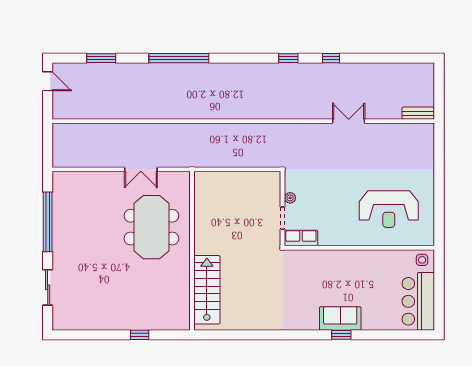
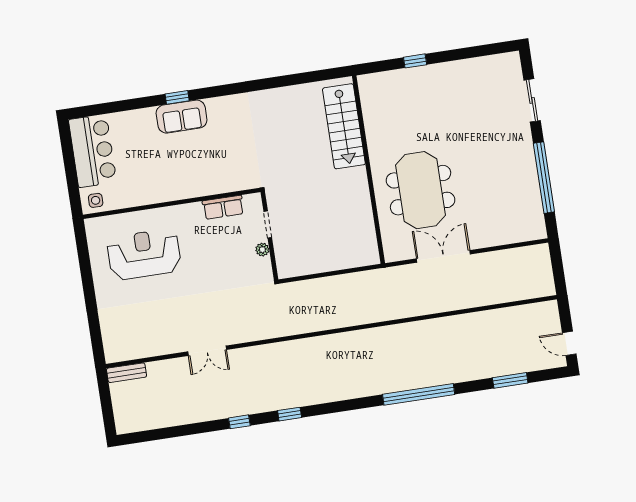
double door: (141, 169) -> (443, 256), width x1.37
row of seats: (301, 238) -> (223, 207), moved

